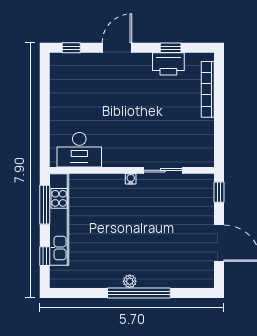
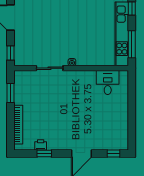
printer: (168, 64) -> (41, 145), width x0.53, depth x0.68
window: (219, 135) -> (10, 93), added
desk: (79, 150) -> (108, 83), width x0.73

